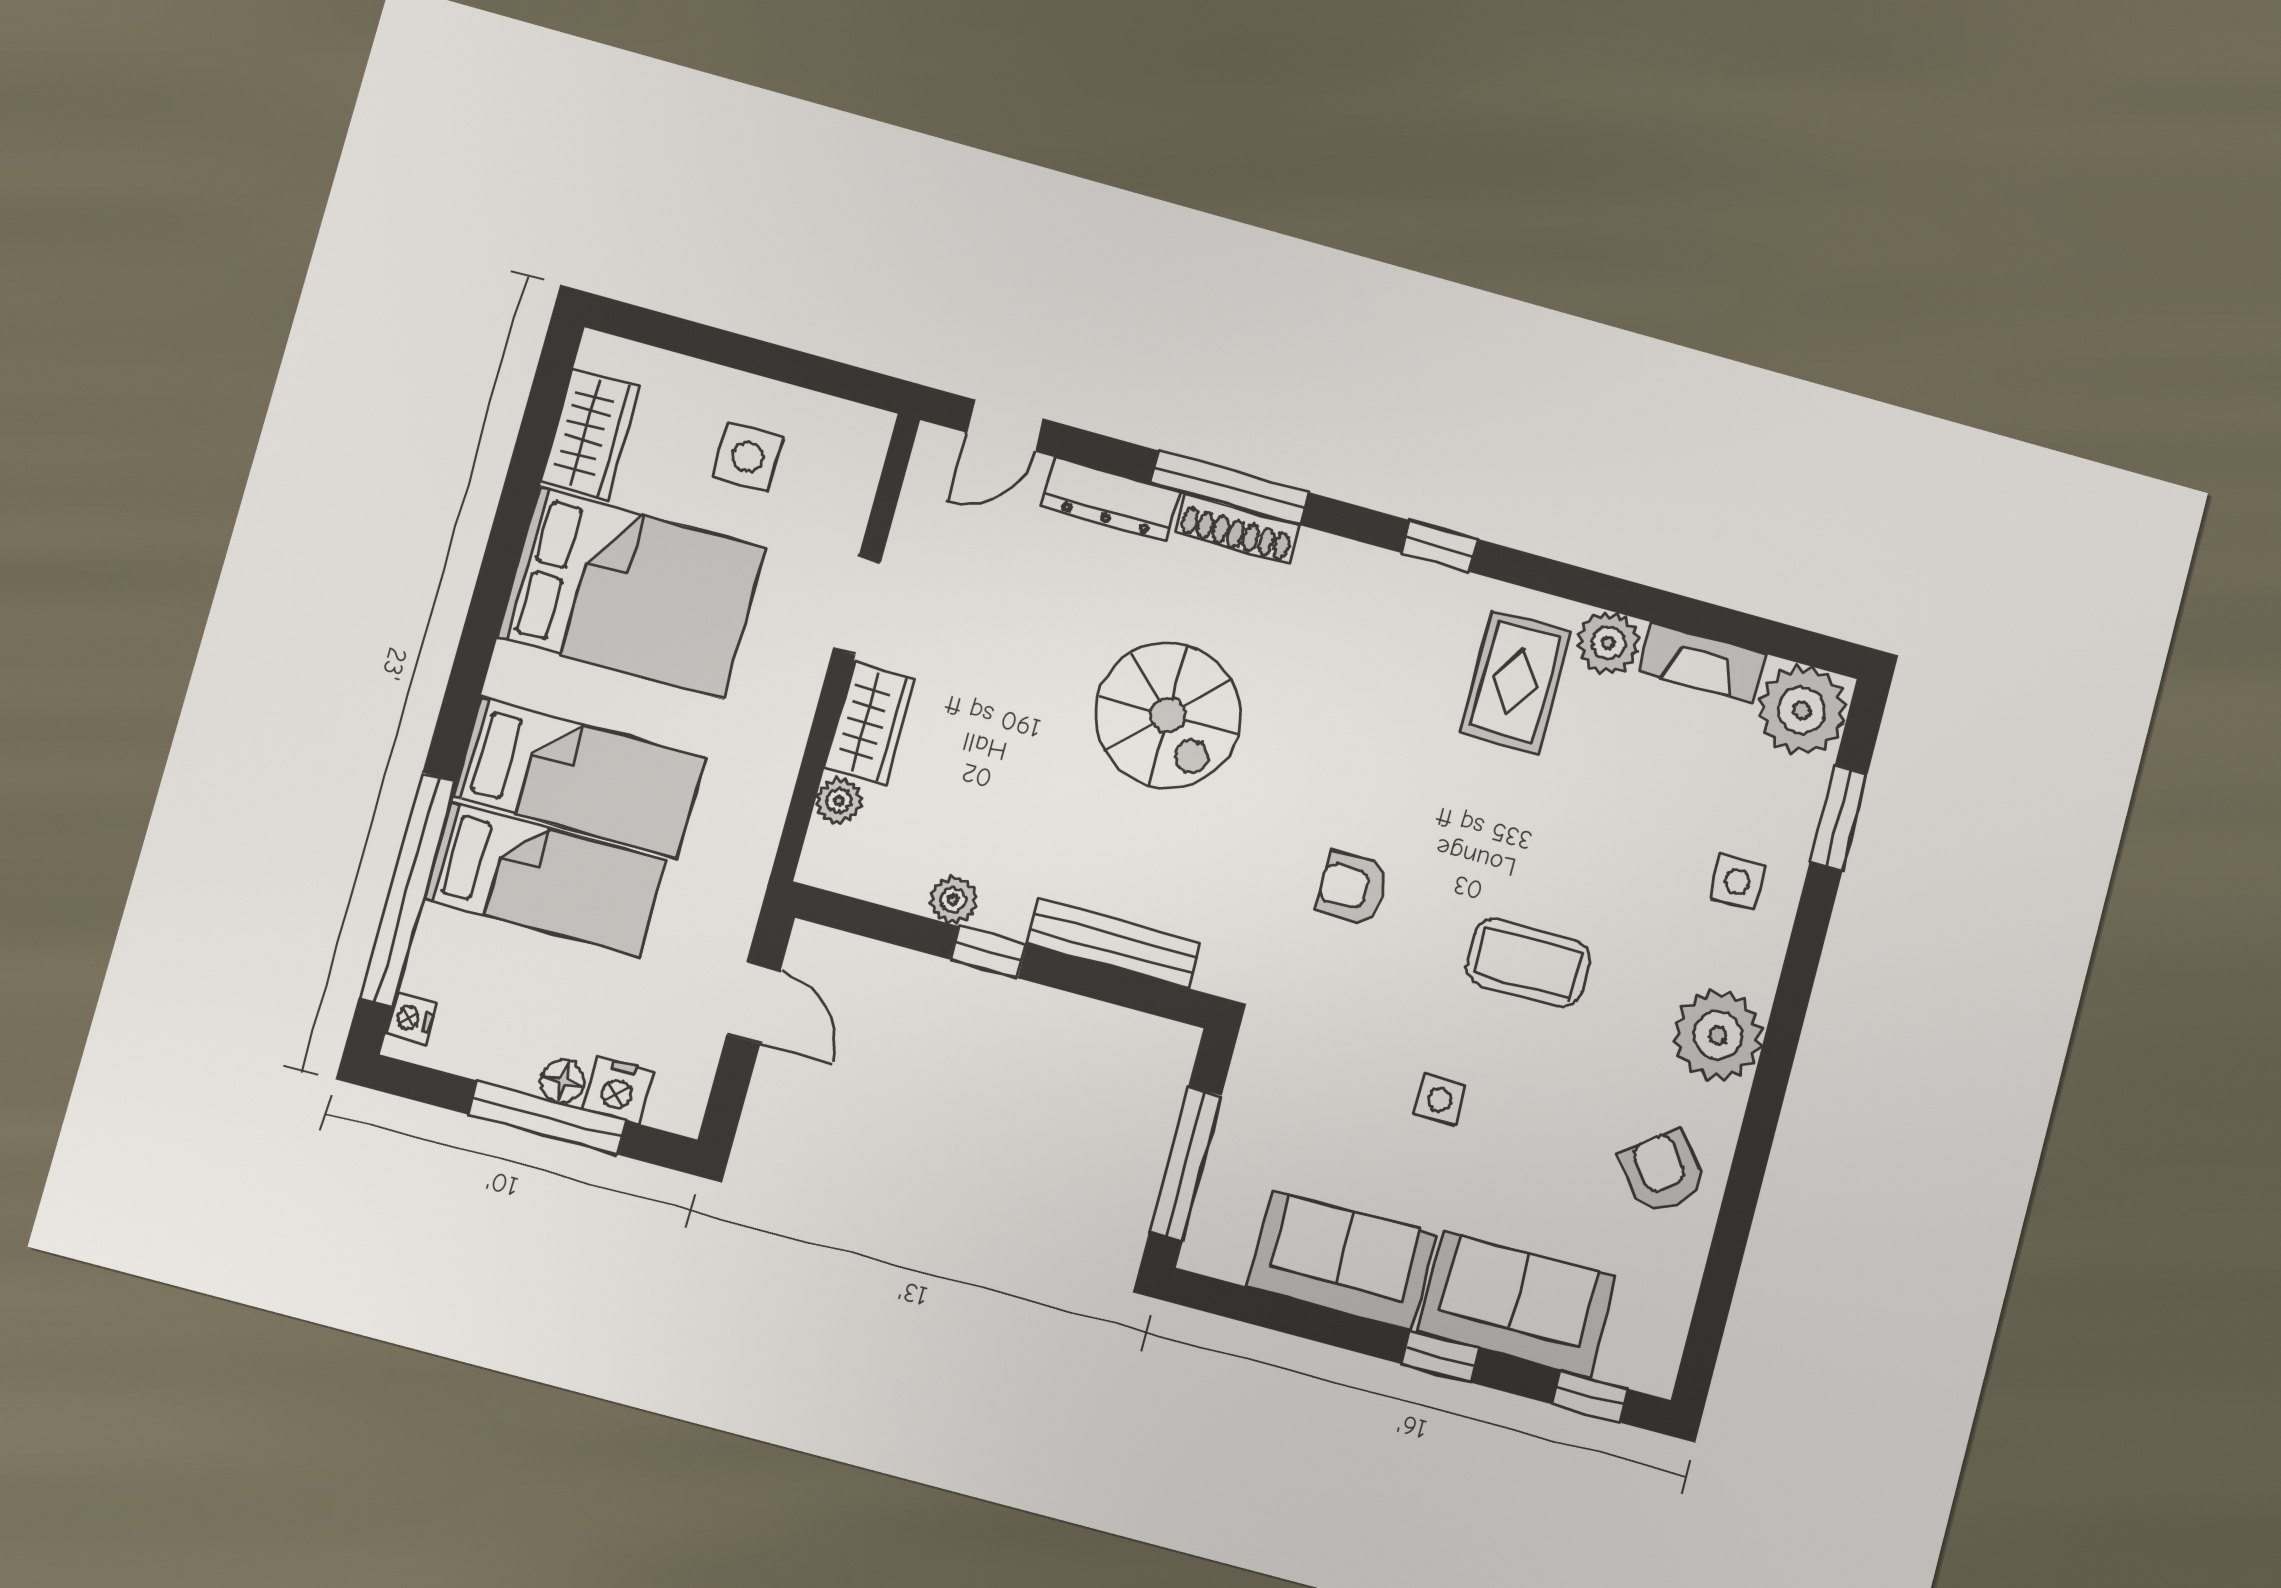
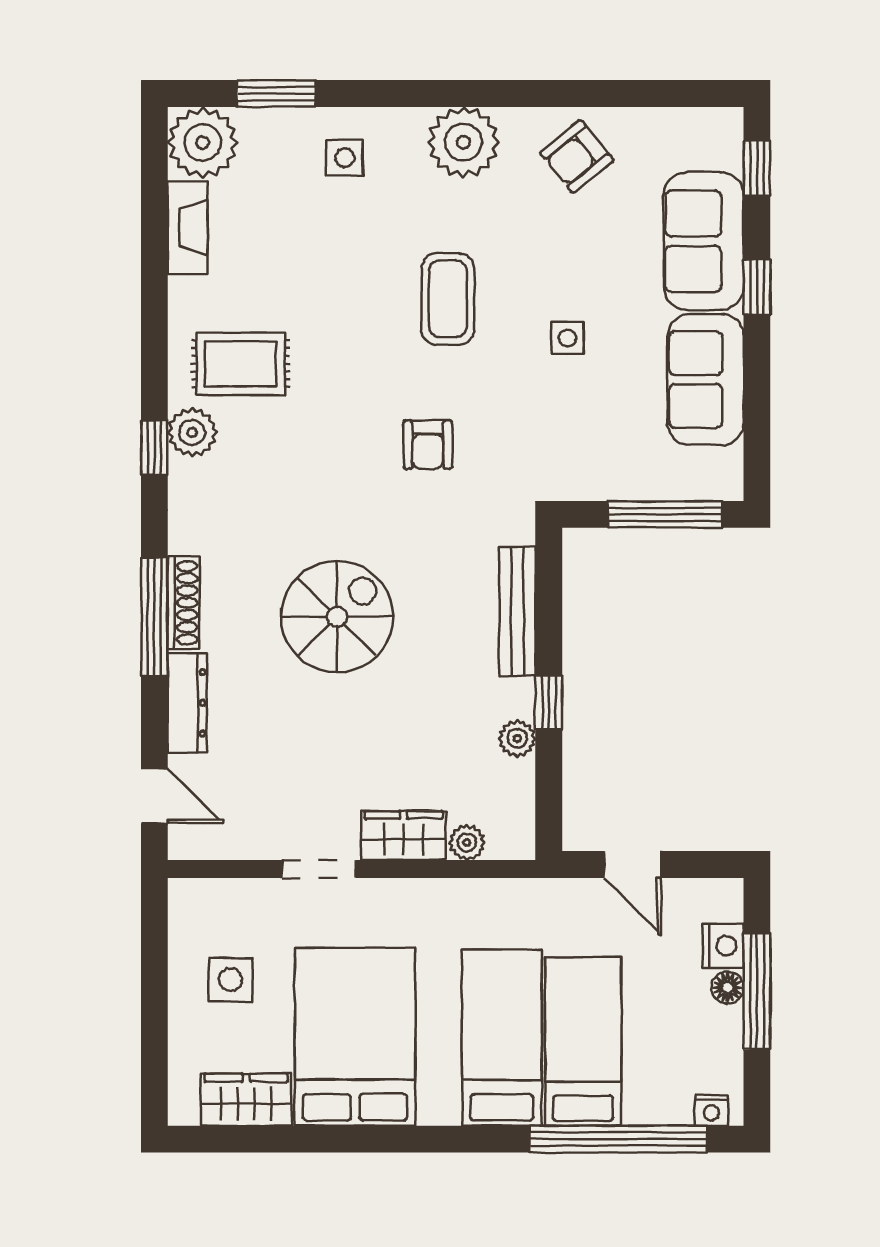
plant: (1608, 643) -> (192, 432), moved
door: (753, 1003) -> (633, 864), swing flipped

